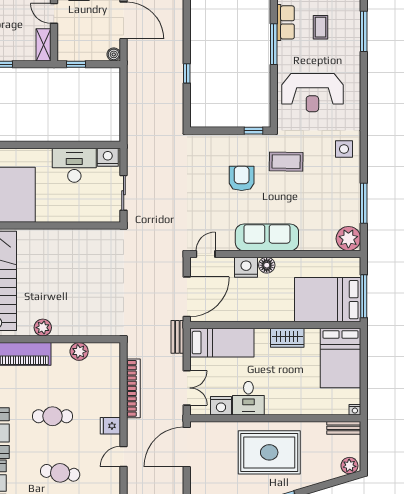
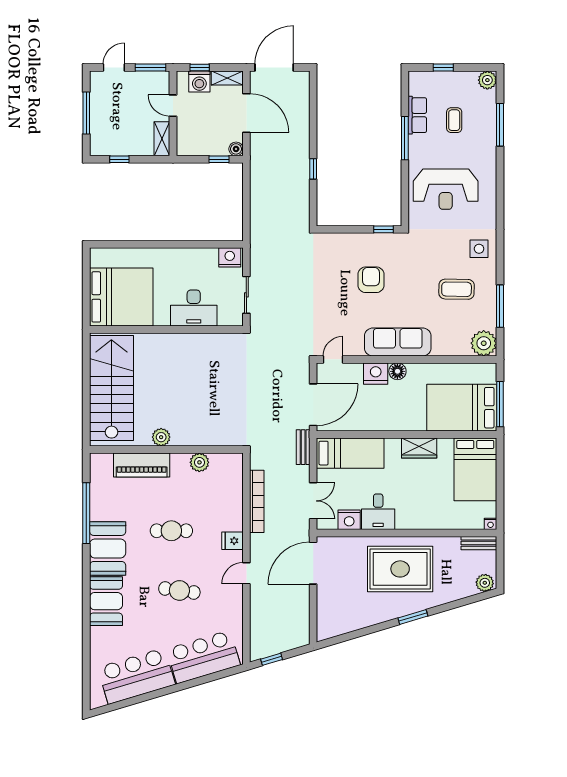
window: (76, 64) -> (219, 159), moved
coffee table: (286, 162) -> (457, 289), moved
desk: (74, 165) -> (194, 308), moved, turned 180

